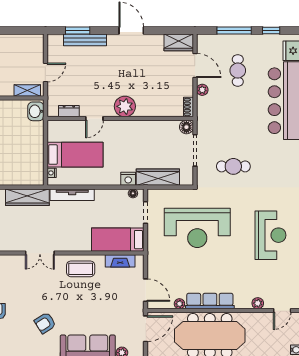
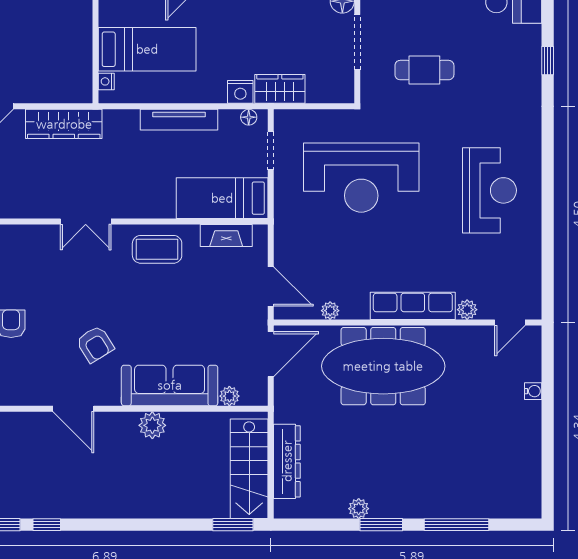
wardrobe: (158, 177) -> (280, 89), width x0.67
tv unit: (72, 195) -> (179, 120), moved
row of seats: (210, 301) -> (413, 306), moved
armchair: (45, 323) -> (95, 344), turned -90

